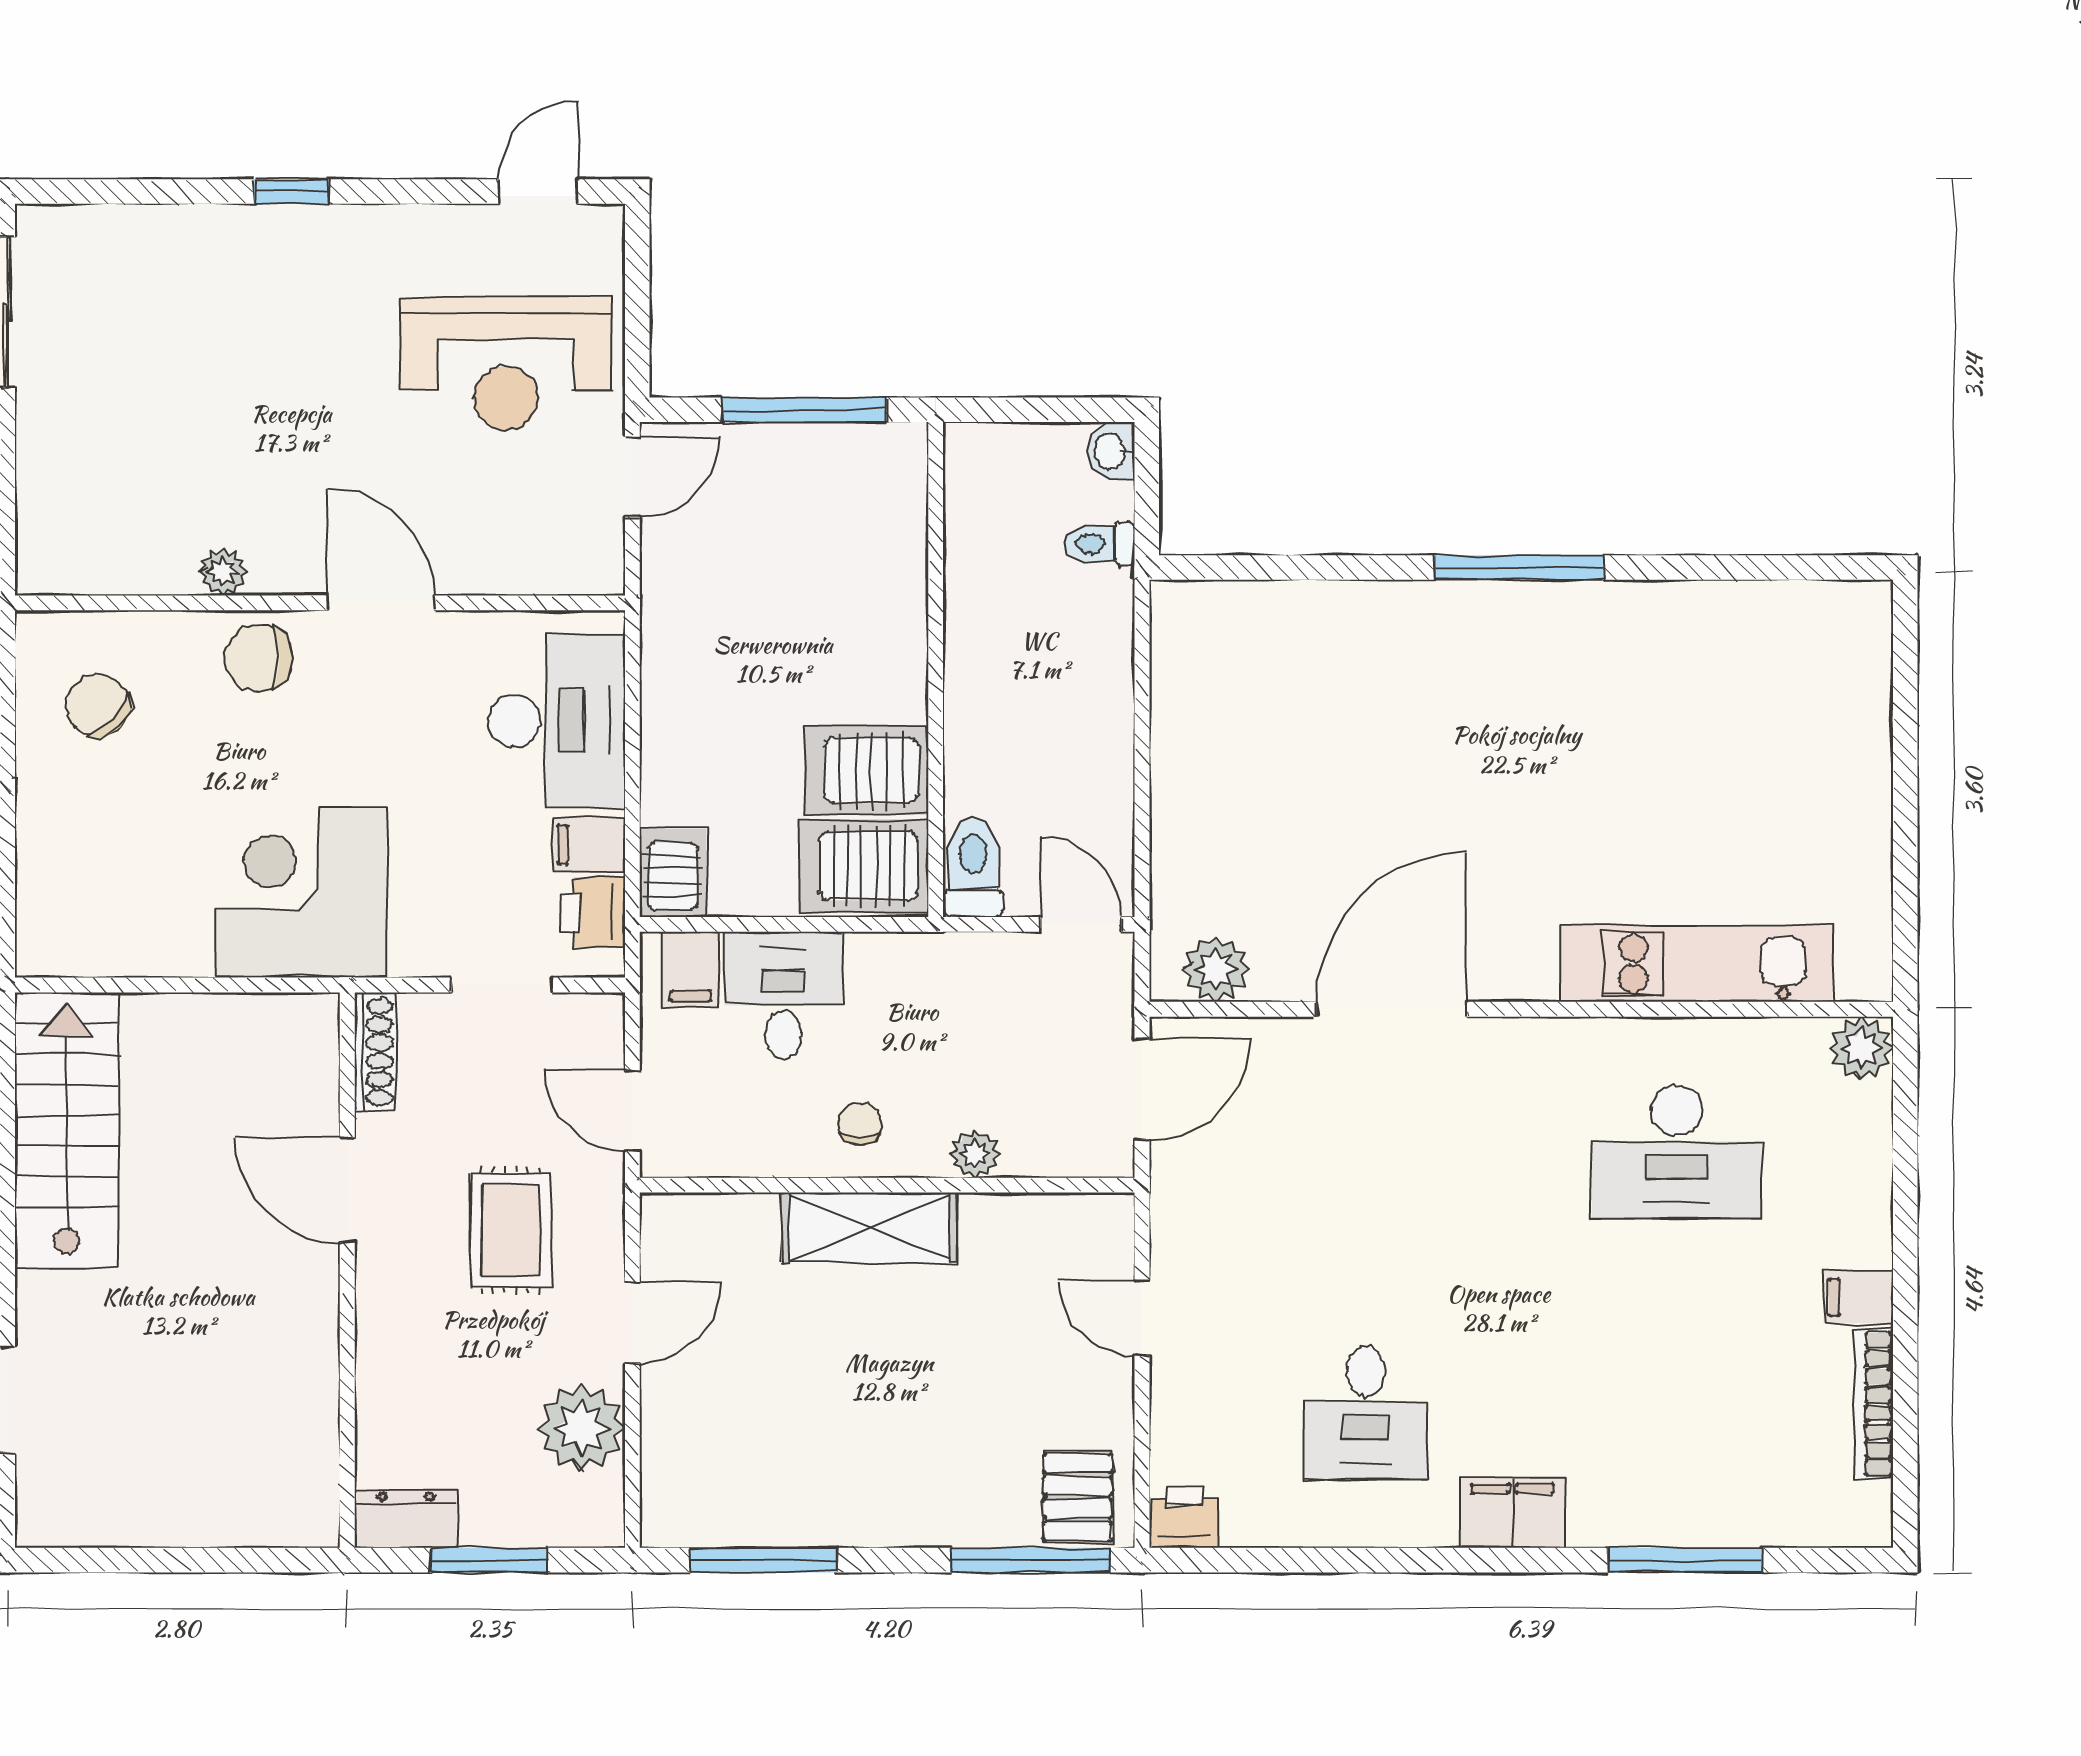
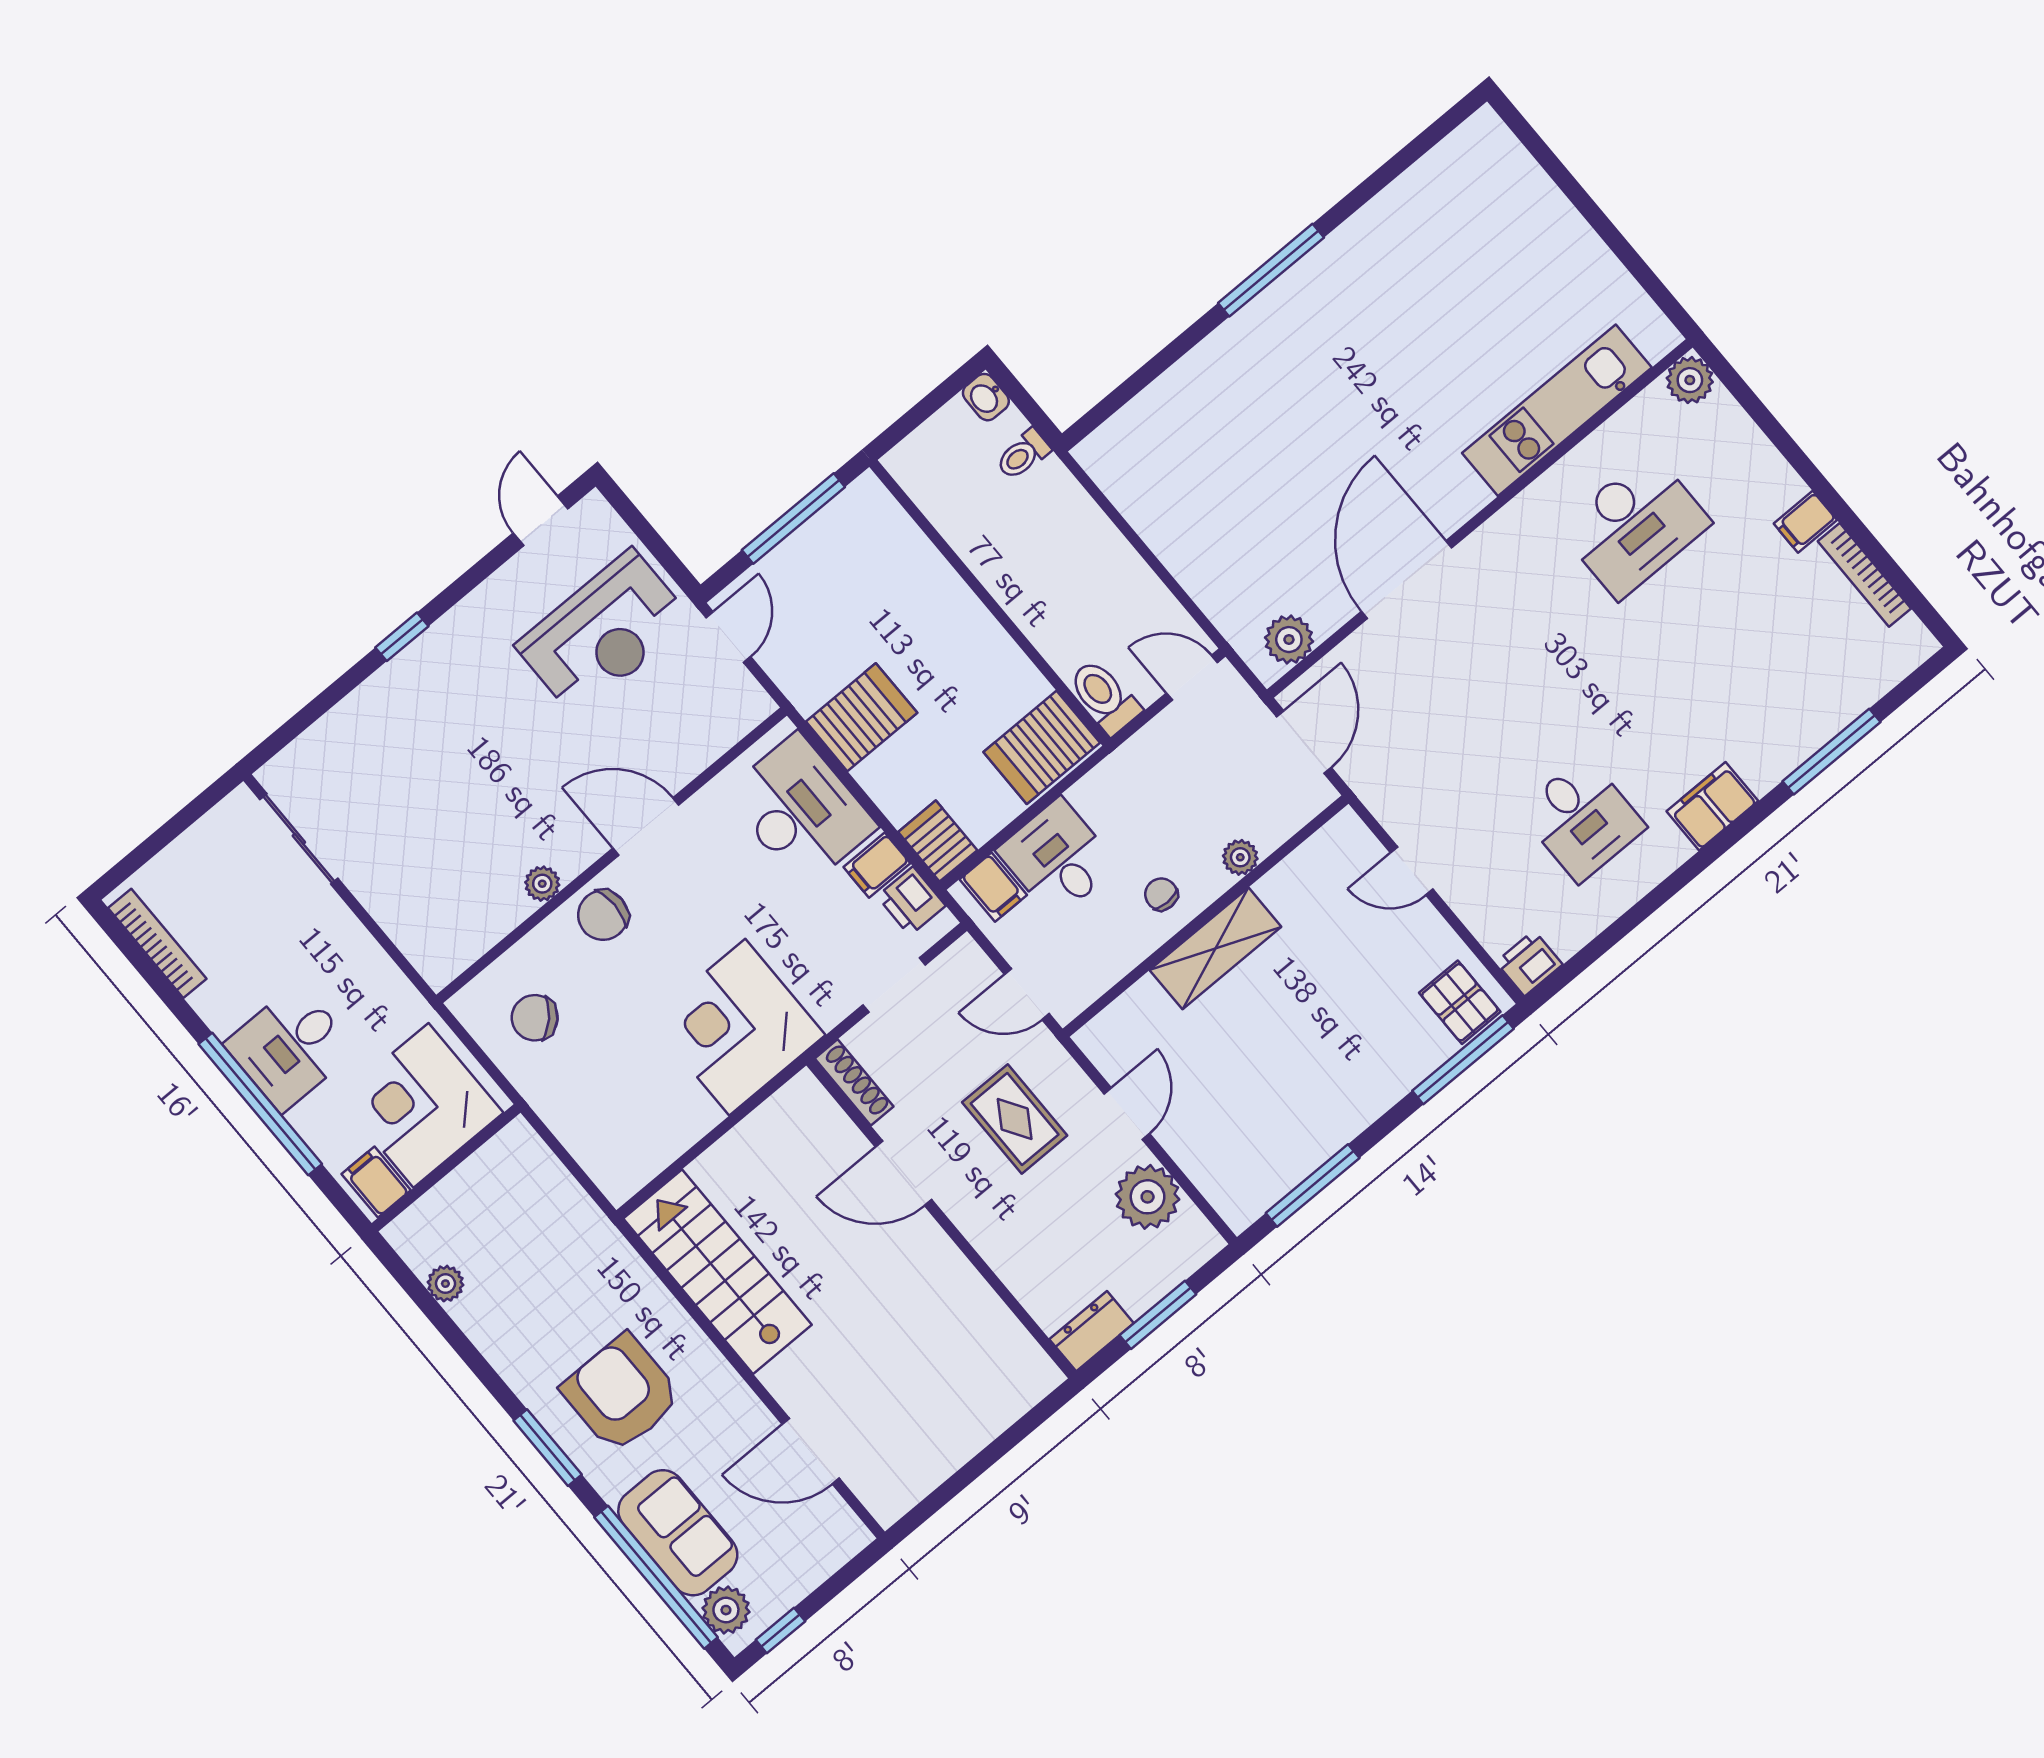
server rack: (866, 770) -> (862, 717), moved, turned 180

